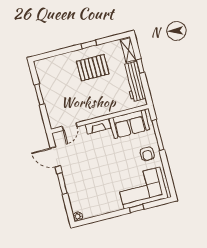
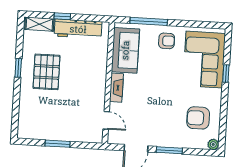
armchair: (95, 198) -> (198, 118), added

